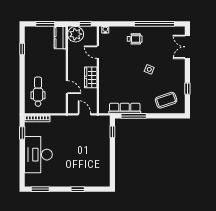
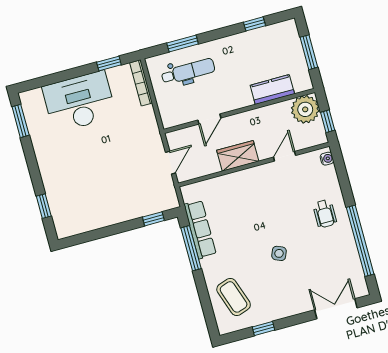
kitchen counter: (60, 38) -> (272, 90), moved
window: (22, 91) -> (183, 44), added
window: (78, 189) -> (44, 206), moved

